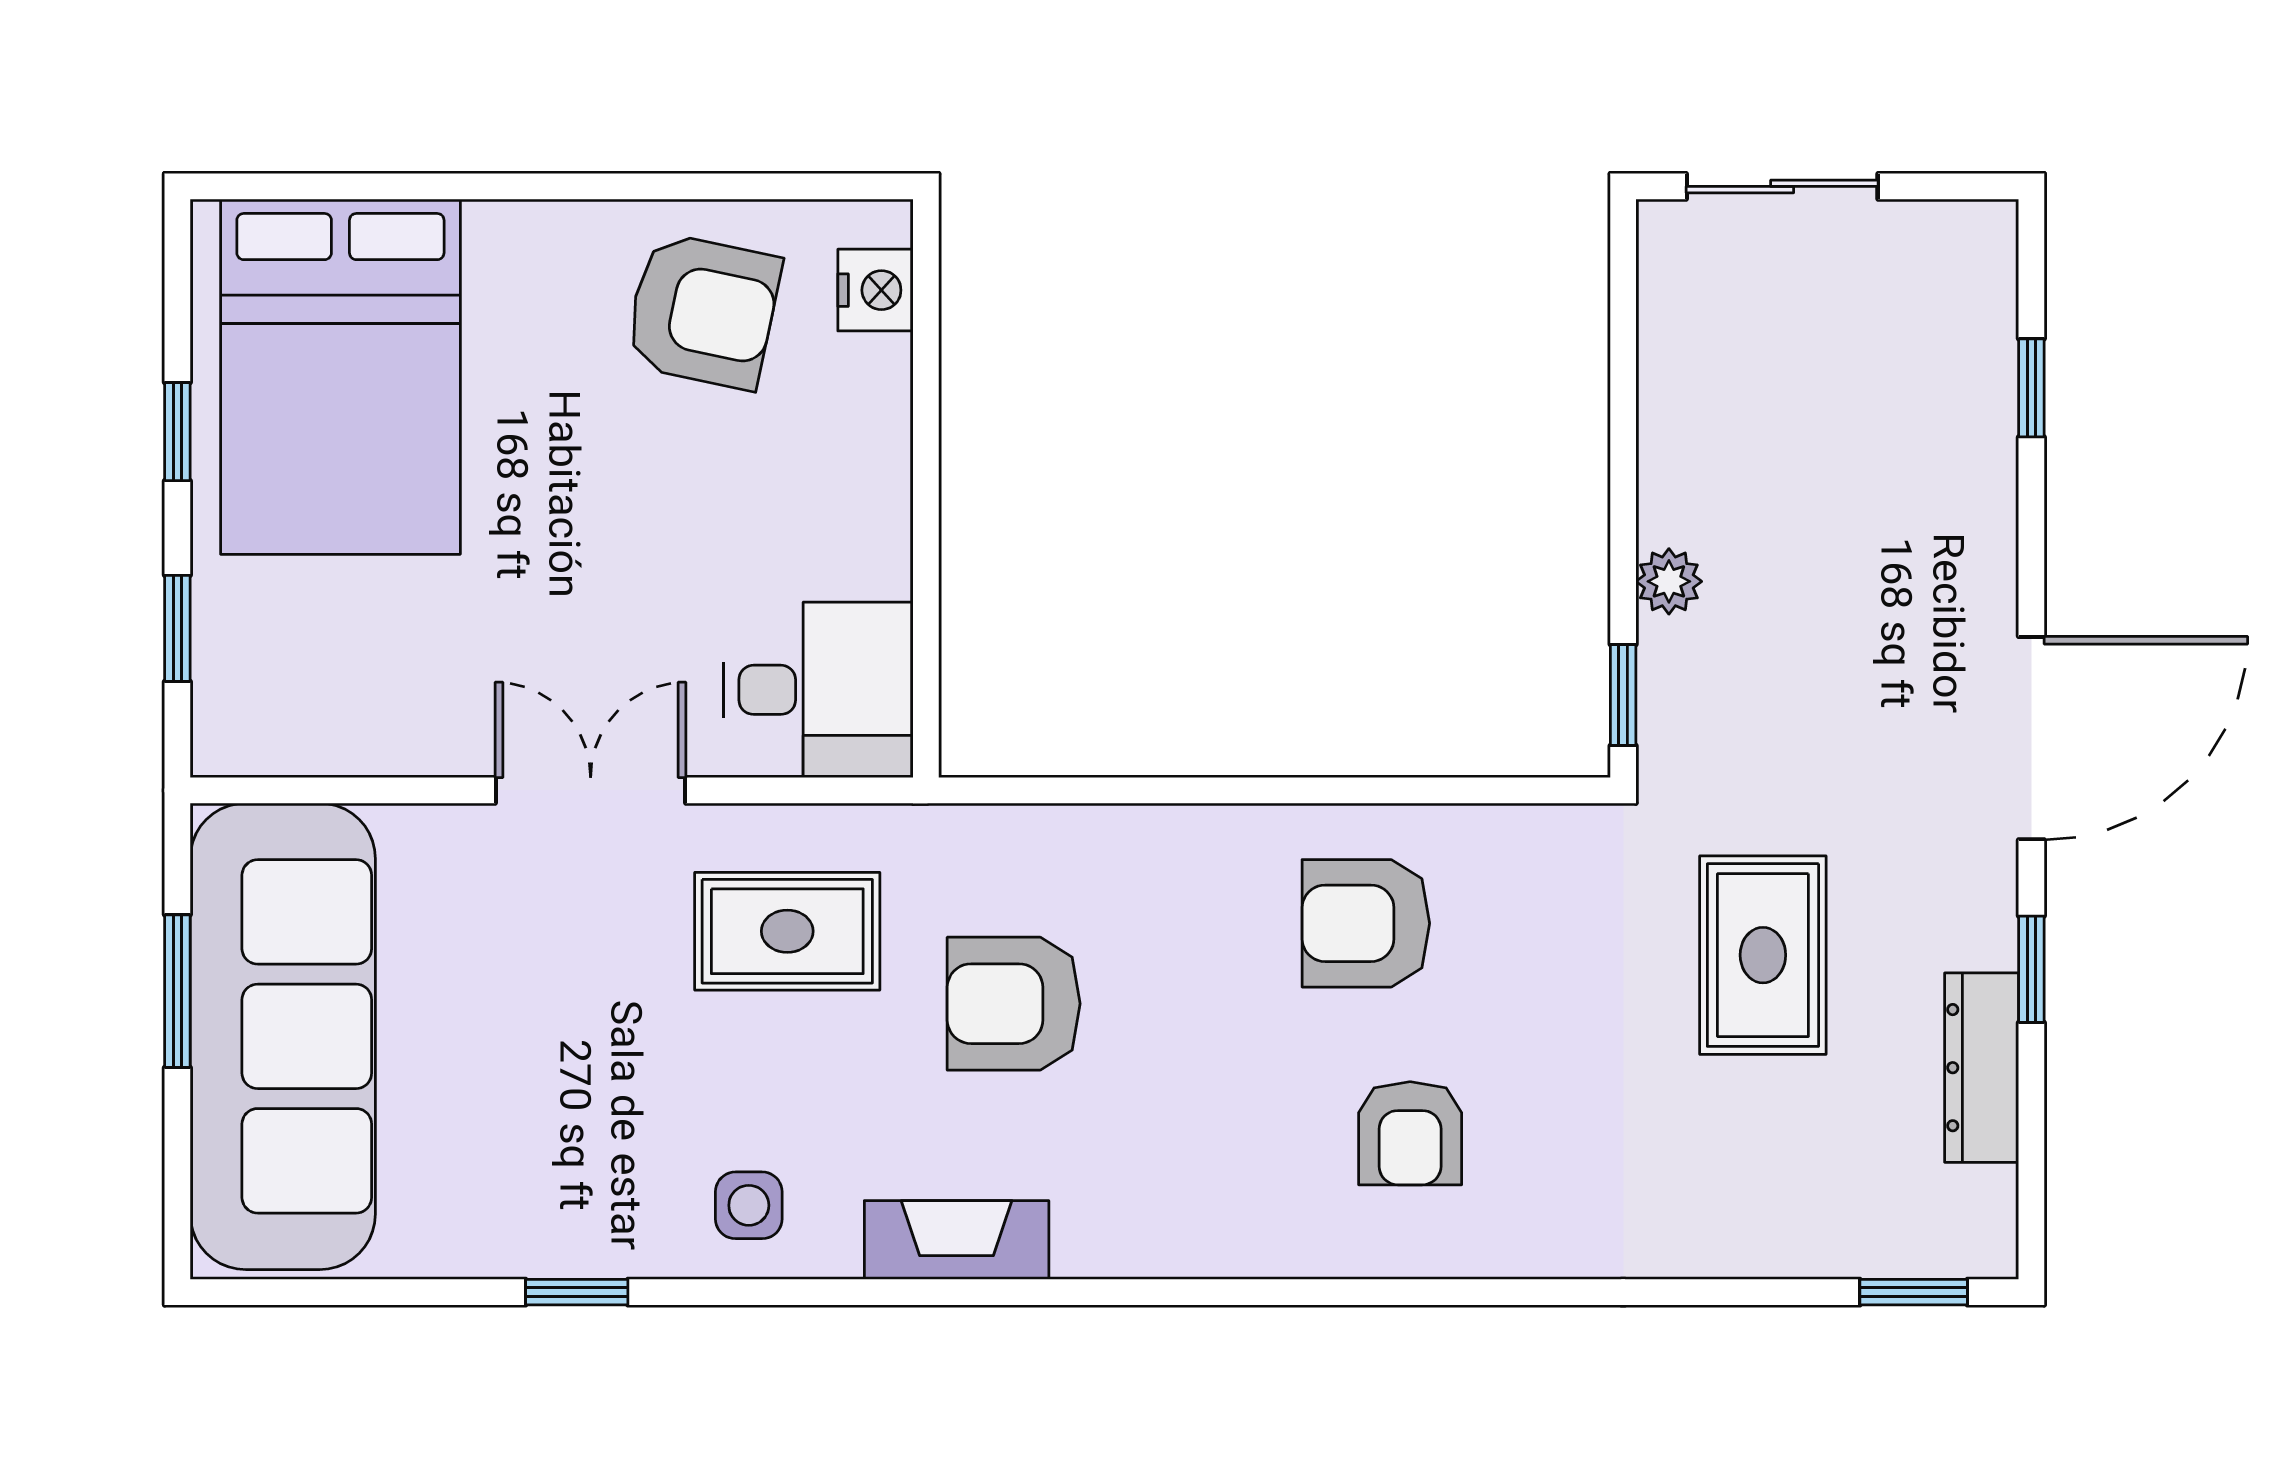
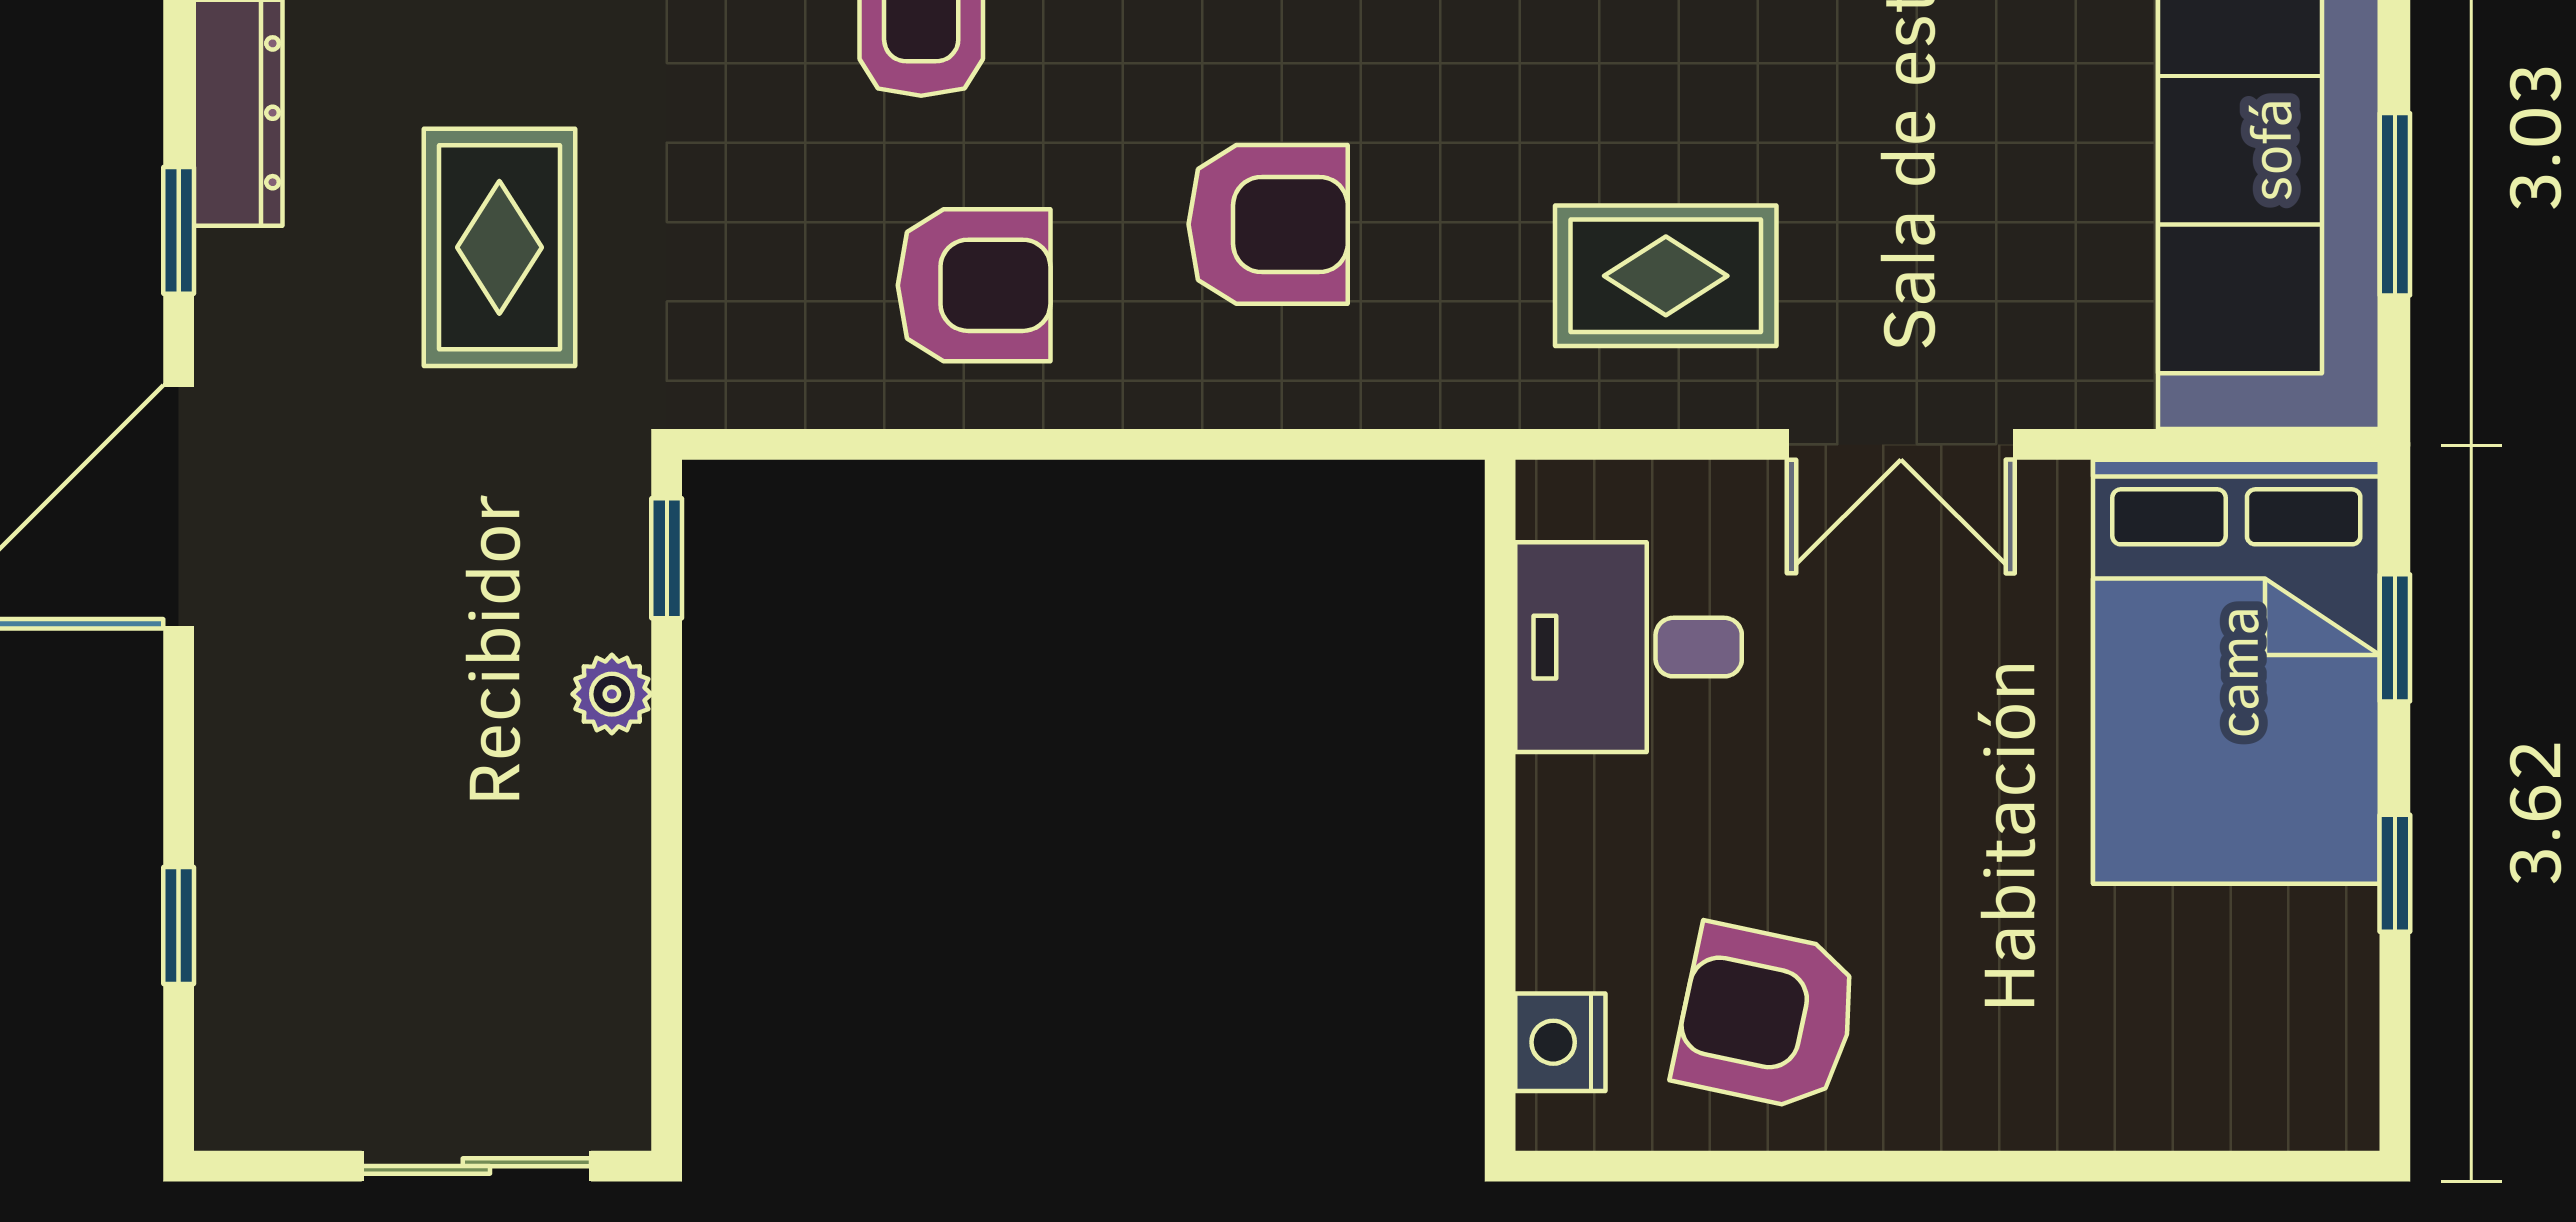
bed: (340, 377) -> (2236, 672), moved, turned 180
desk: (818, 690) -> (1629, 647), moved
armchair: (1014, 1004) -> (1268, 224), moved

